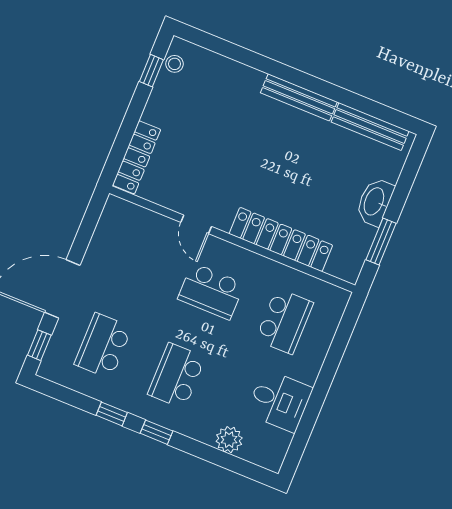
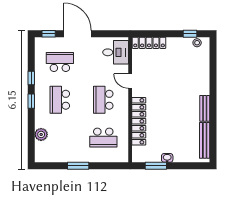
bench: (299, 97) -> (205, 108), width x0.73
washbasin: (375, 202) -> (167, 158), width x0.52, depth x0.69
door: (196, 224) -> (130, 81), hinge flipped
school desk: (177, 376) -> (60, 100), turned -90
window: (319, 392) -> (78, 166), added
desk: (279, 401) -> (116, 52), moved, turned -90

